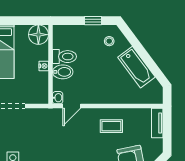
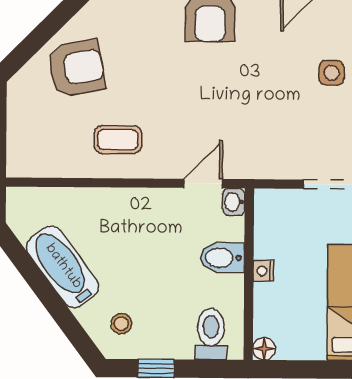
floor lamp: (38, 35) -> (264, 349), width x0.53, depth x0.53
toilet: (64, 57) -> (211, 334), moved, turned 90
tv unit: (157, 123) -> (18, 146), removed

